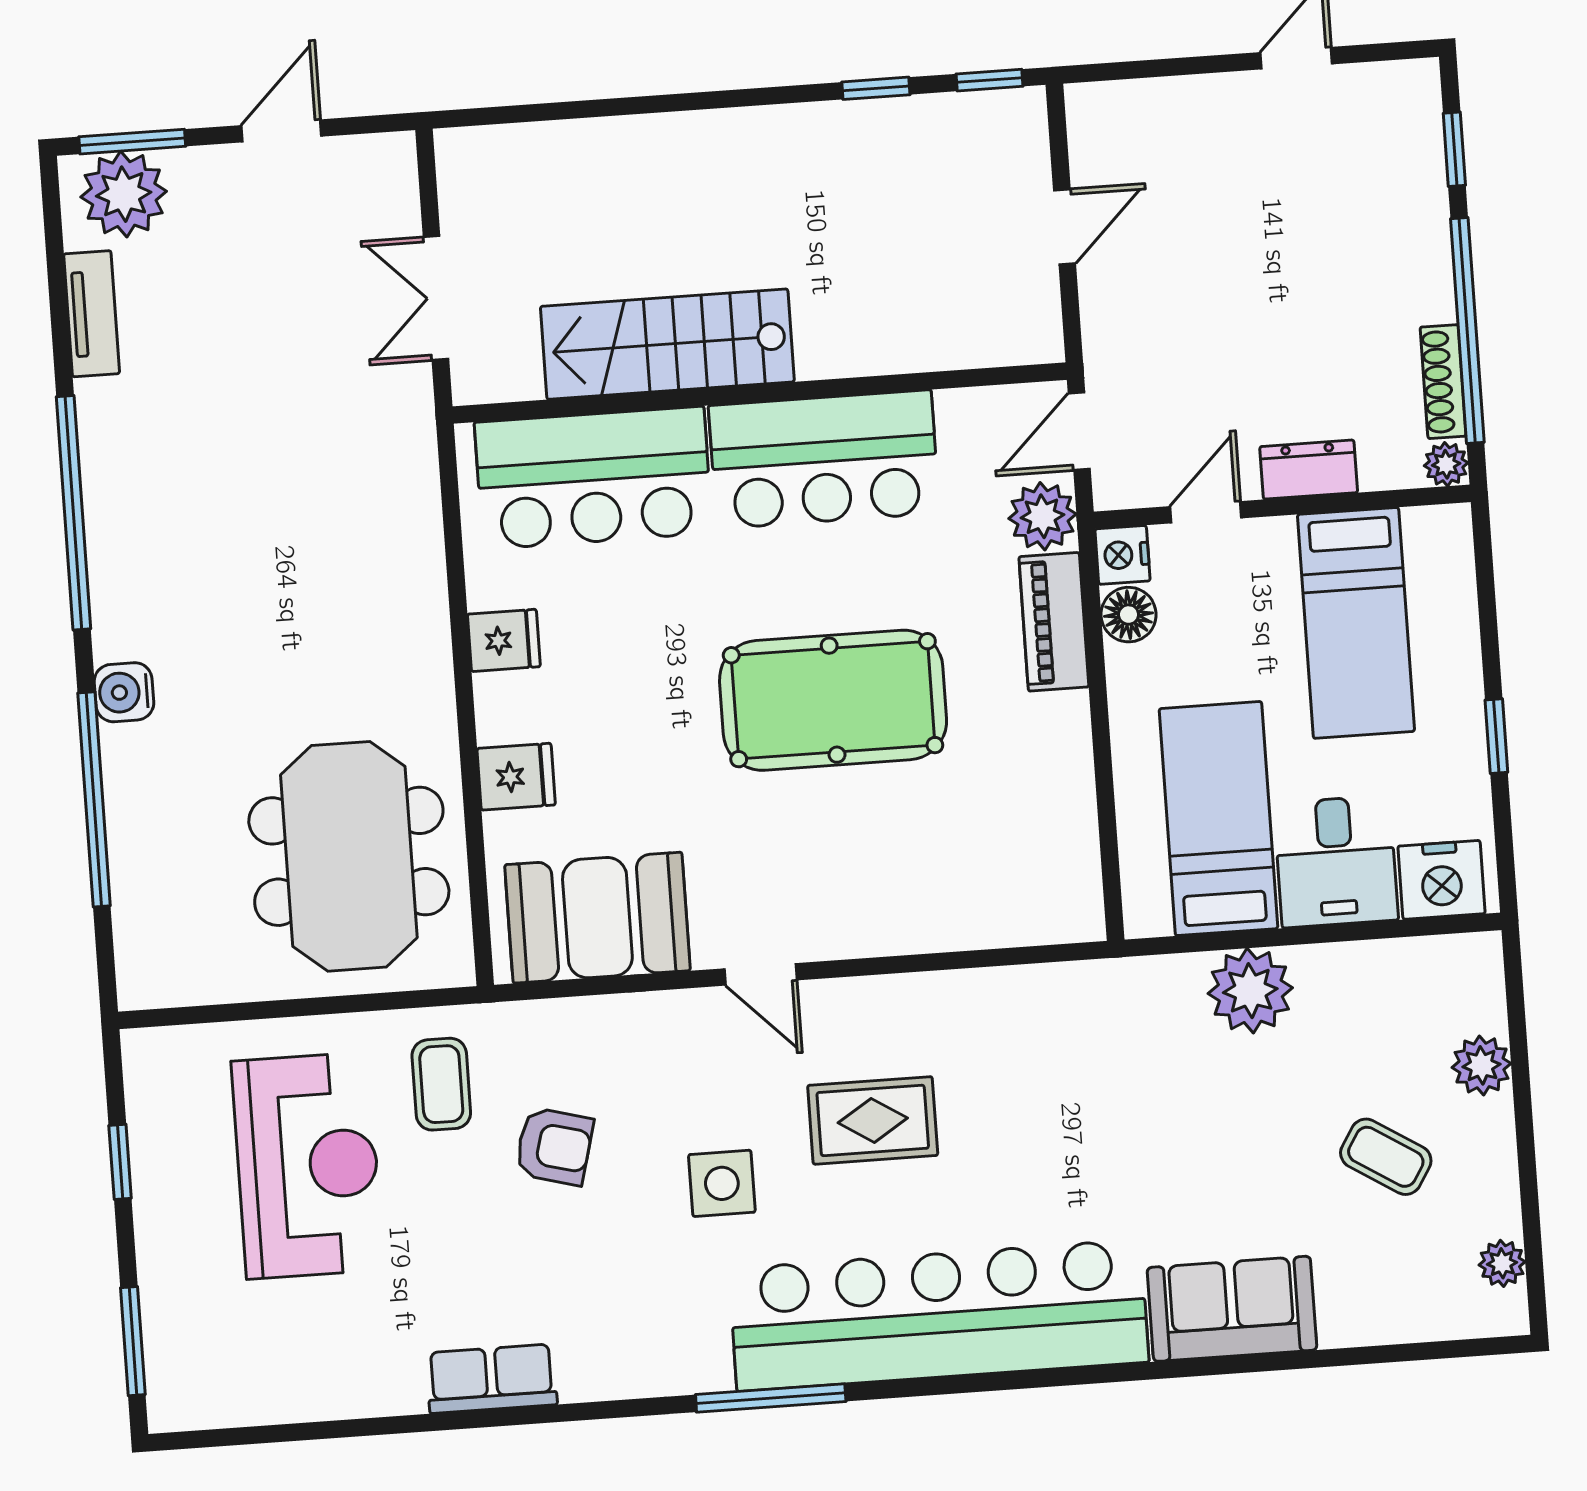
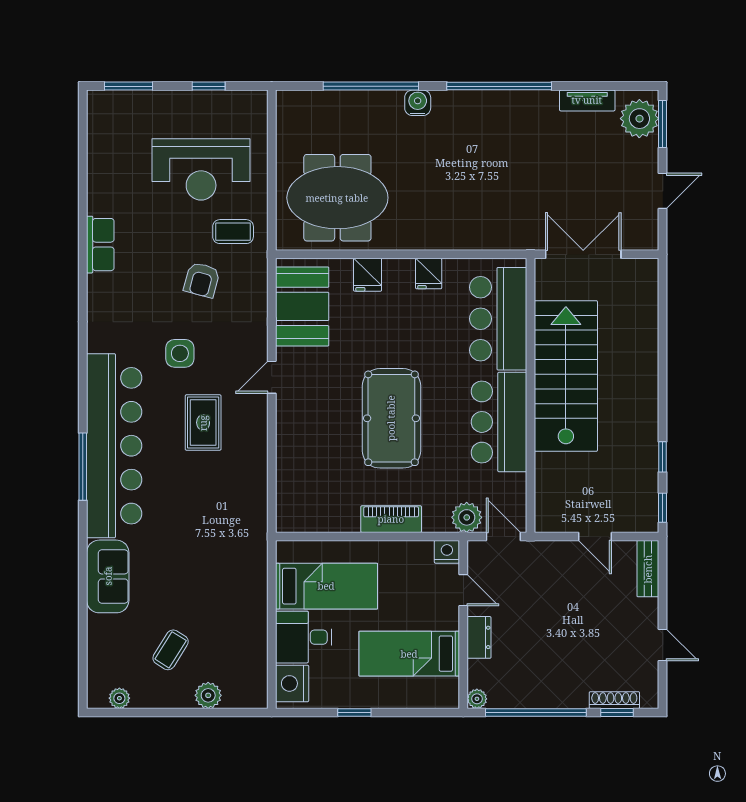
bench: (1128, 103) -> (648, 569), added
door: (281, 131) -> (663, 191), hinge flipped
double door: (436, 298) -> (583, 254), width x1.37
stairs: (667, 344) -> (566, 376), width x1.36, depth x1.51
shoe rack: (1443, 382) -> (614, 700), moved
floor lamp: (1129, 615) -> (420, 553), removed
piano: (1054, 622) -> (391, 519), moved
plant: (1250, 991) -> (249, 595), removed
window: (771, 1398) -> (83, 467), moved

